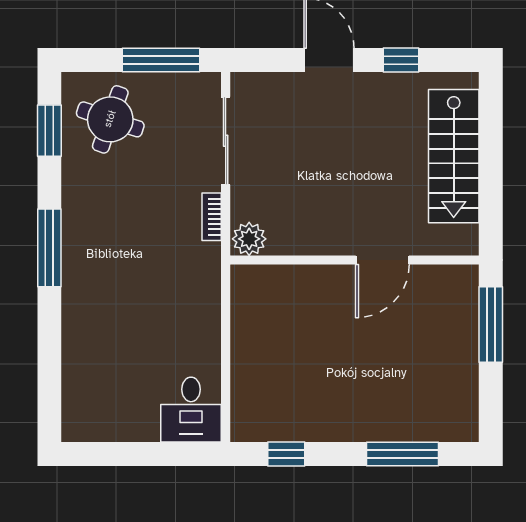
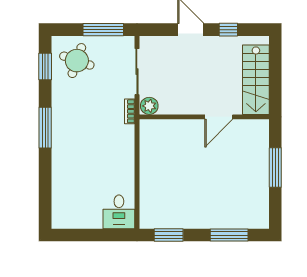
plant: (249, 239) -> (149, 106), moved
wall: (355, 260) -> (204, 117), moved
door: (382, 260) -> (219, 117), moved
window: (286, 454) -> (169, 235), width x1.50

